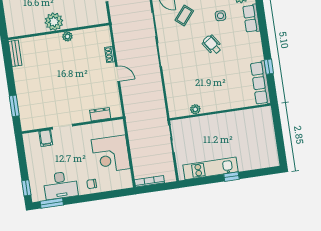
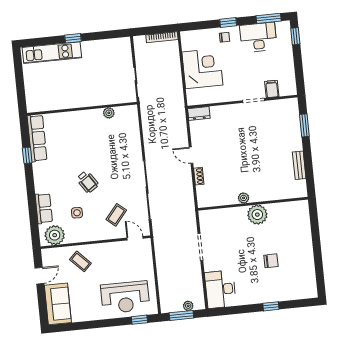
bench: (15, 53) -> (299, 165), moved
dresser: (100, 114) -> (199, 113), moved
kitchen unit: (210, 168) -> (52, 53), moved
window: (89, 198) -> (228, 23), added

